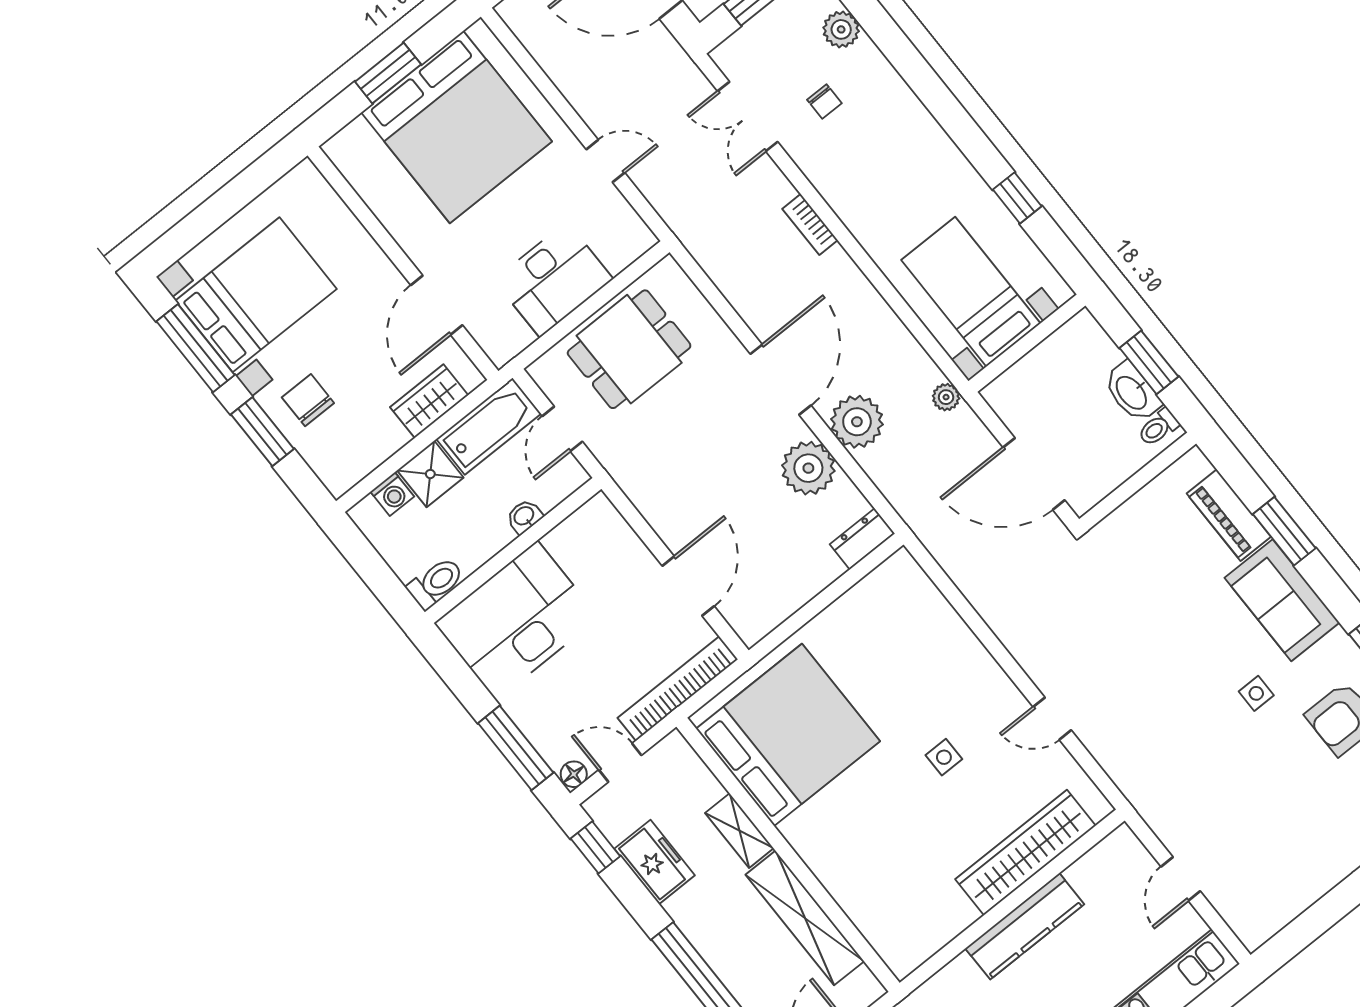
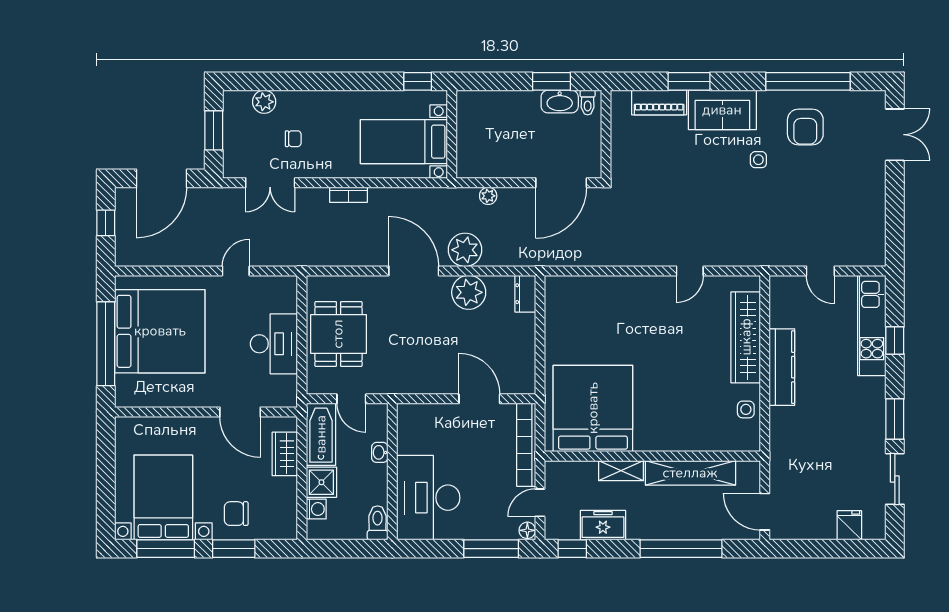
window: (388, 73) -> (106, 344), width x2.11
bed with nightstands: (971, 292) -> (404, 142), moved
wall: (1027, 343) -> (452, 134), moved
side table: (944, 757) -> (746, 409), moved

